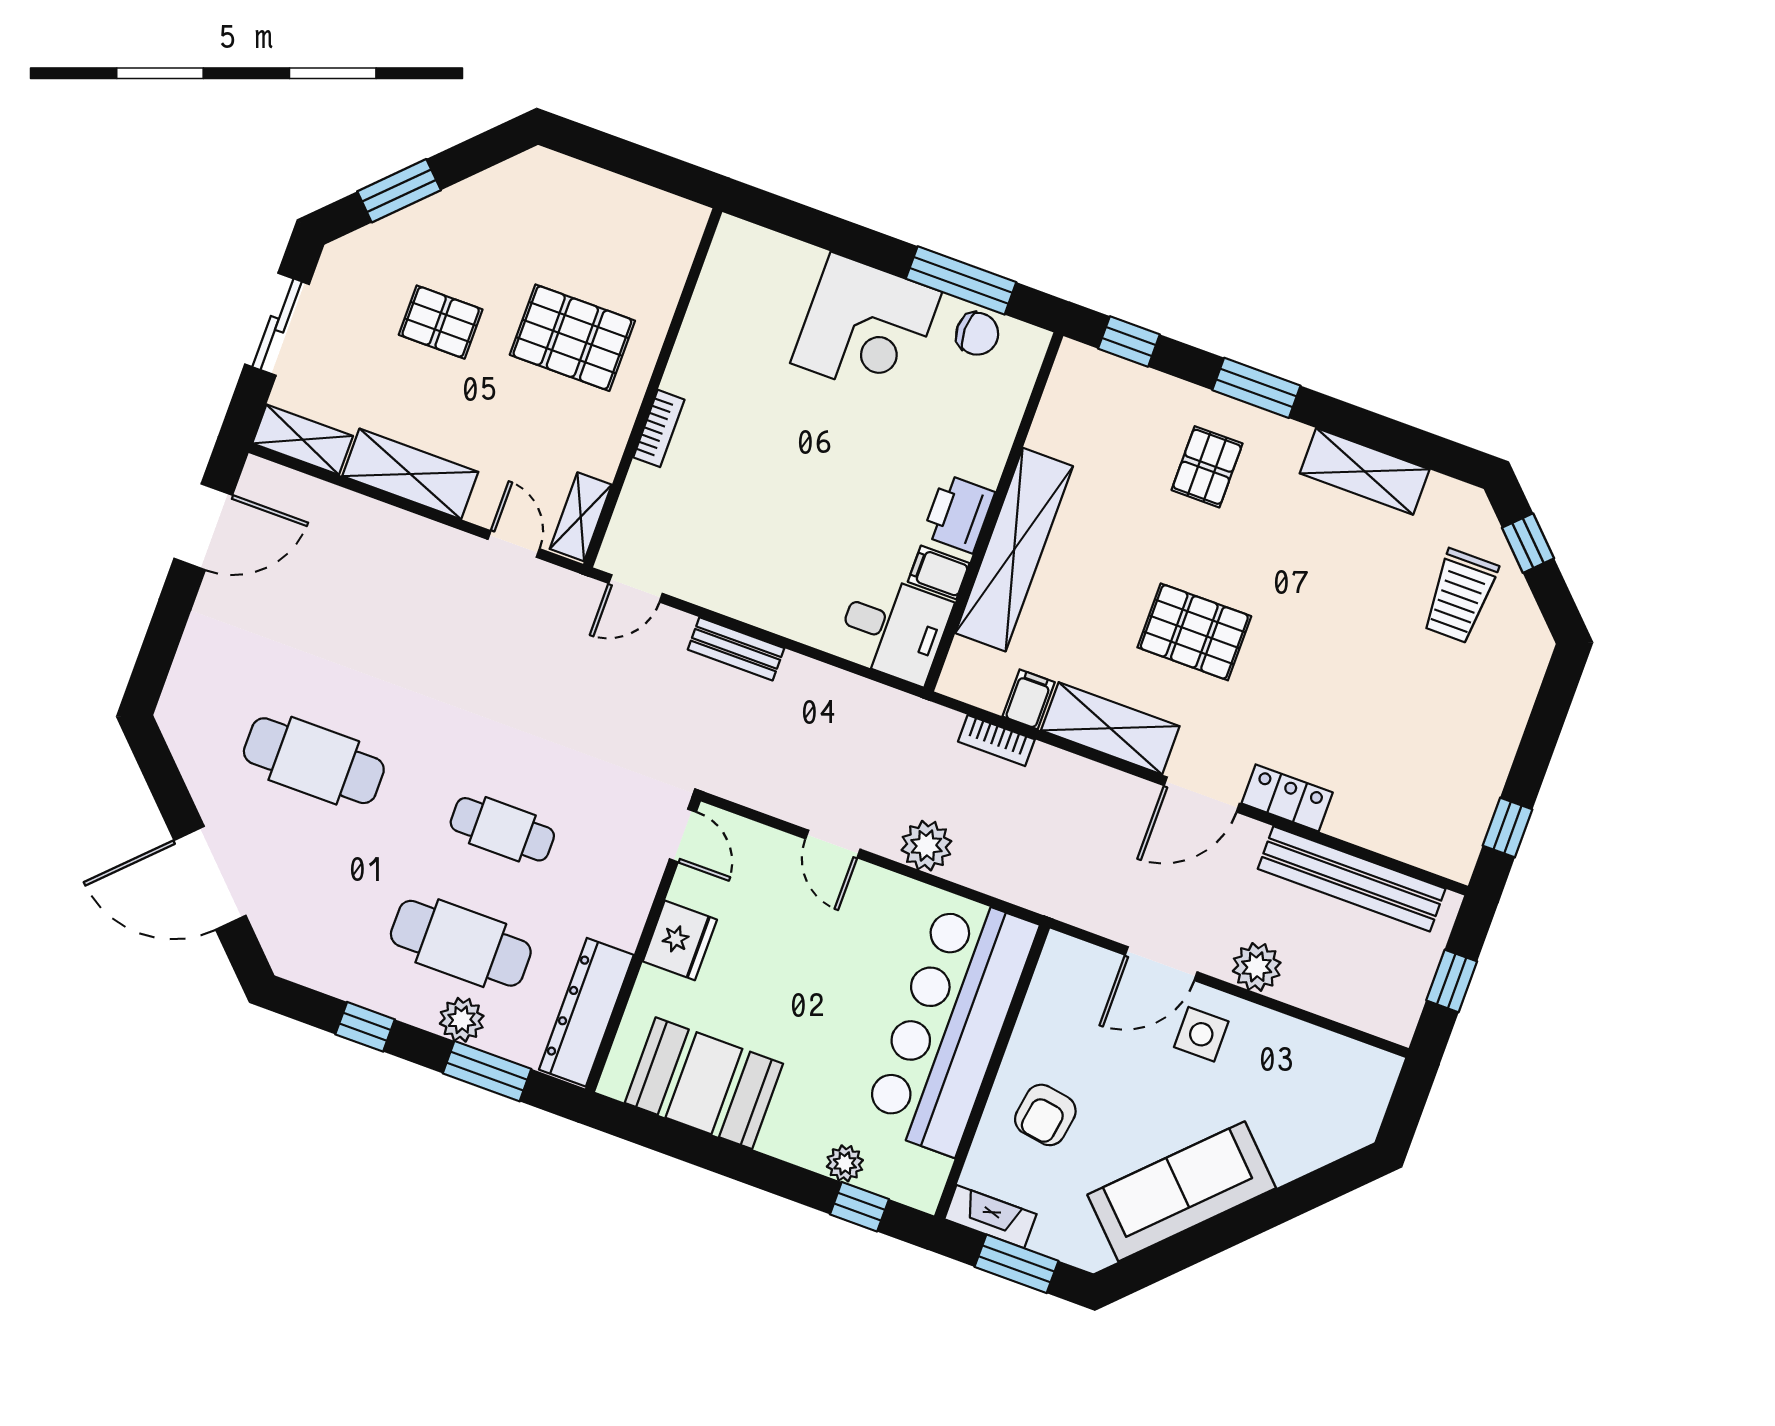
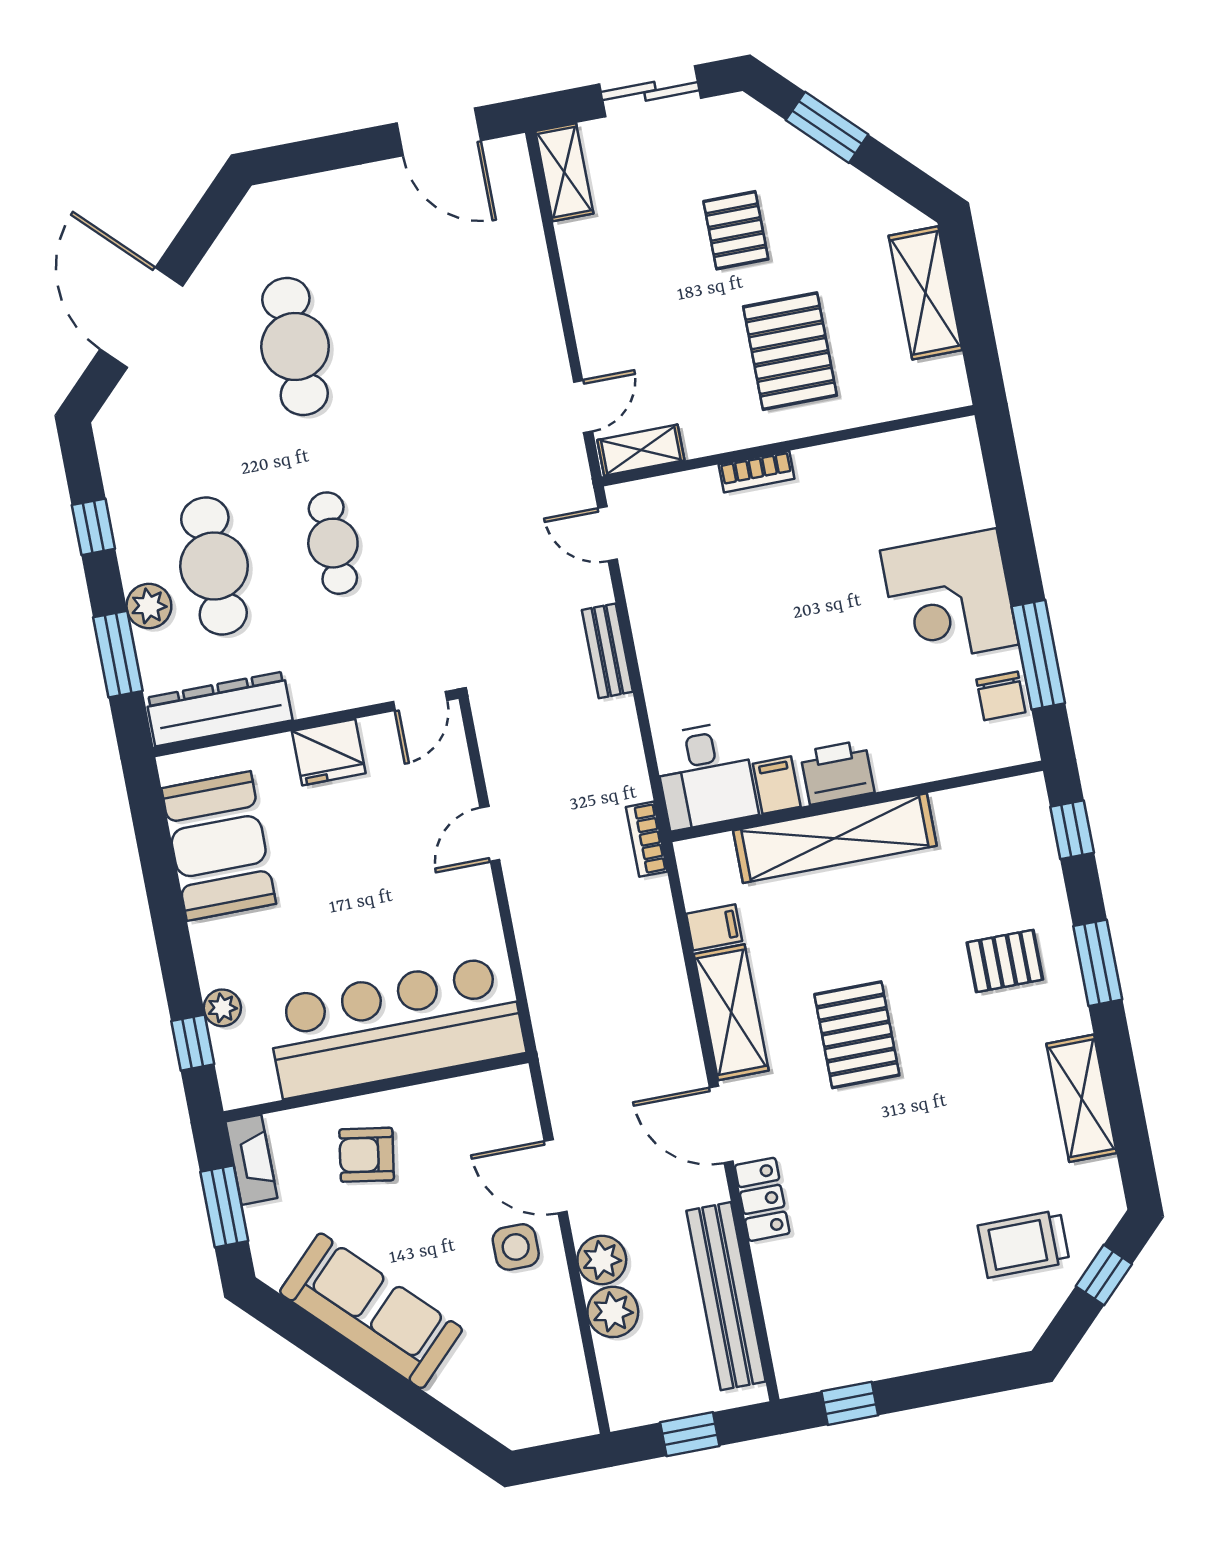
shelving: (410, 474) -> (925, 293), moved
bookcase: (996, 740) -> (647, 839), moved
plant: (926, 846) -> (613, 1312), moved

